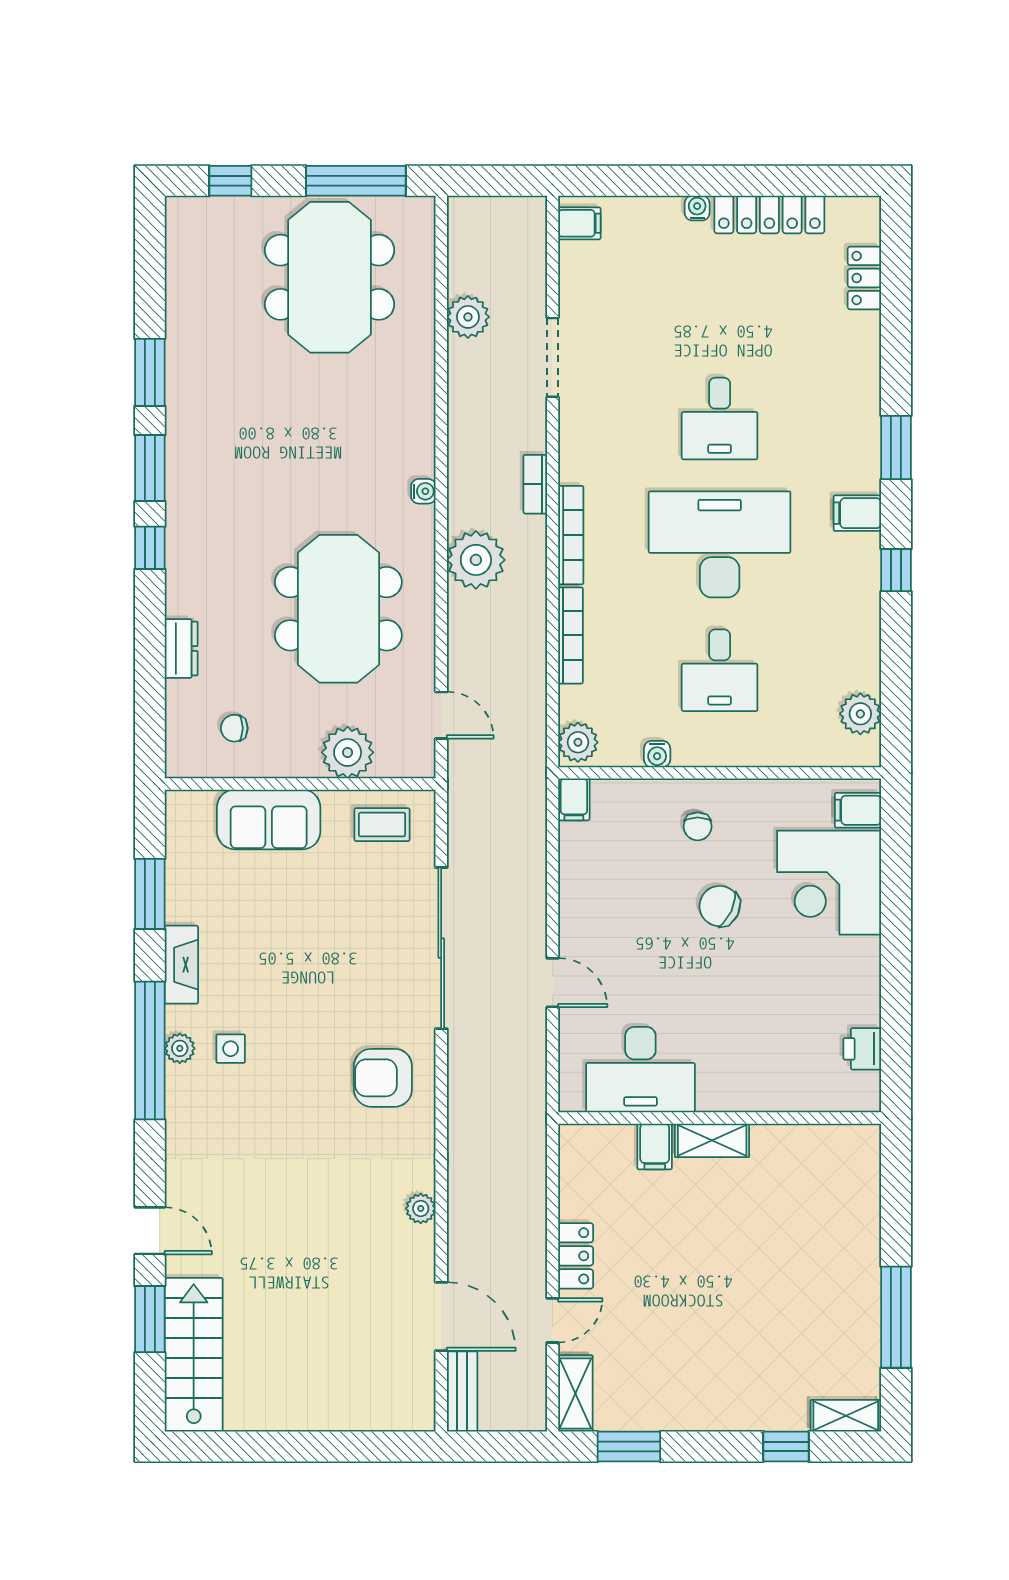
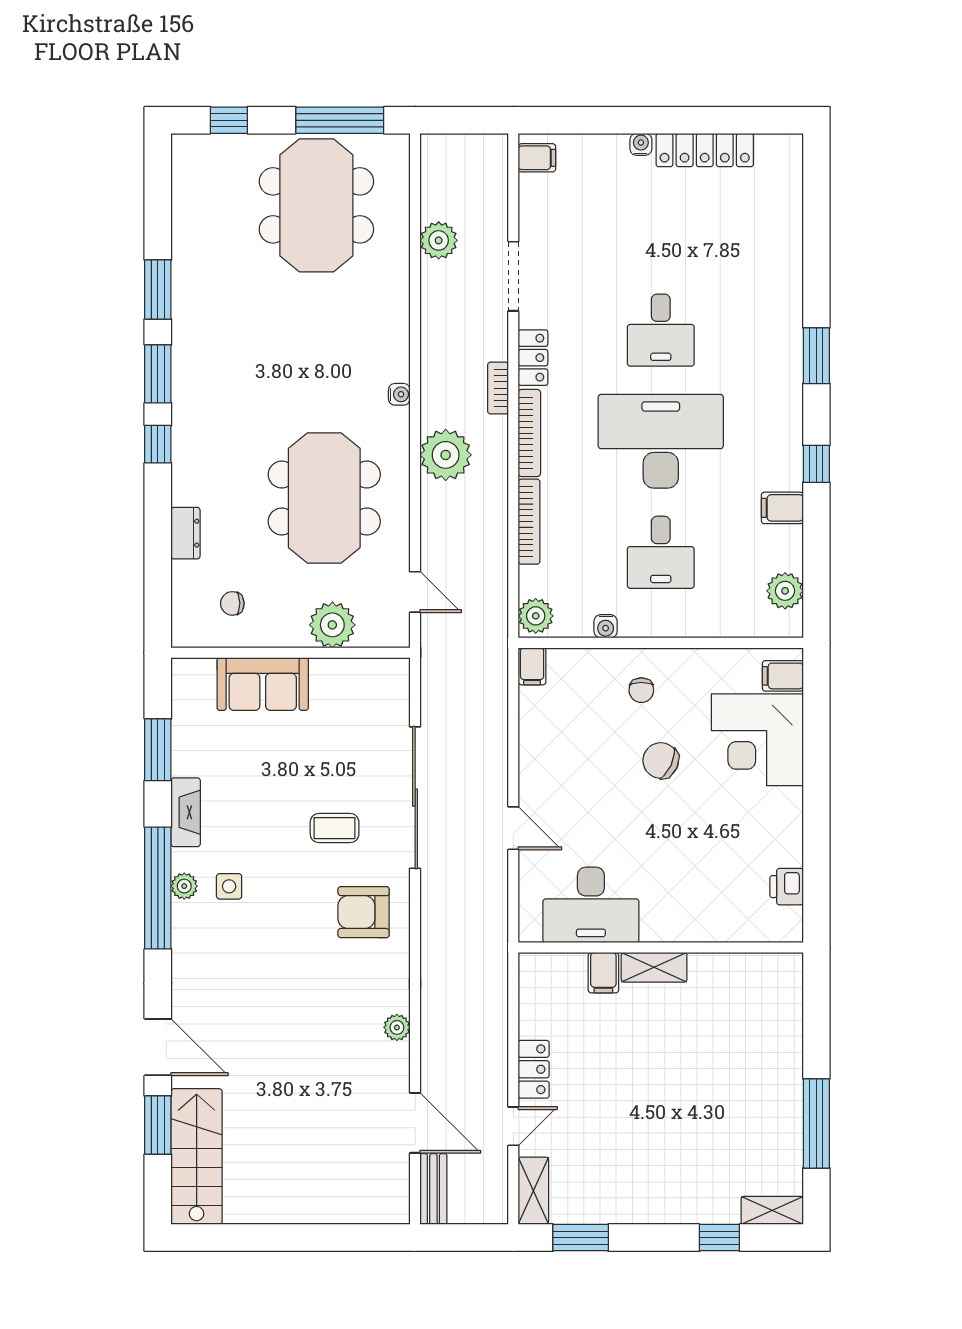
locker: (864, 278) -> (533, 358), moved, turned 180
filing cabinet: (857, 513) -> (782, 508), moved
coffee table: (382, 825) -> (335, 828), moved
door: (150, 1231) -> (158, 1047), width x1.38

